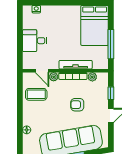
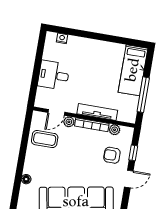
bed: (95, 25) -> (133, 70), width x0.67
door: (42, 71) -> (56, 112), hinge flipped
armchair: (77, 105) -> (112, 155), moved

